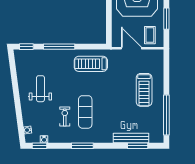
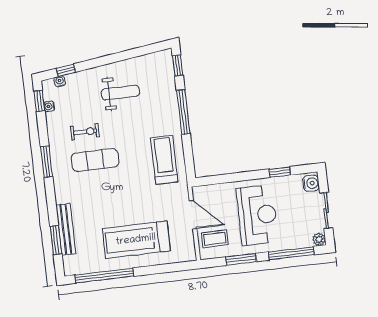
door: (131, 48) -> (193, 215), hinge flipped
treadmill: (144, 90) -> (136, 240), width x1.37, depth x1.38
window: (20, 125) -> (66, 70), added

